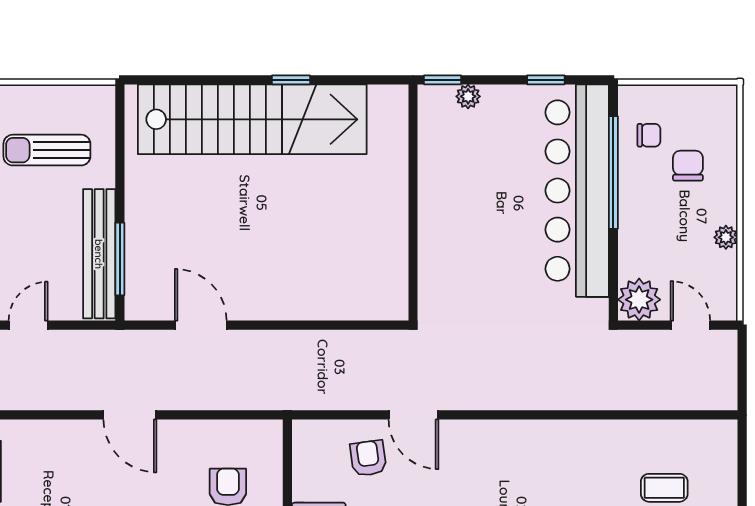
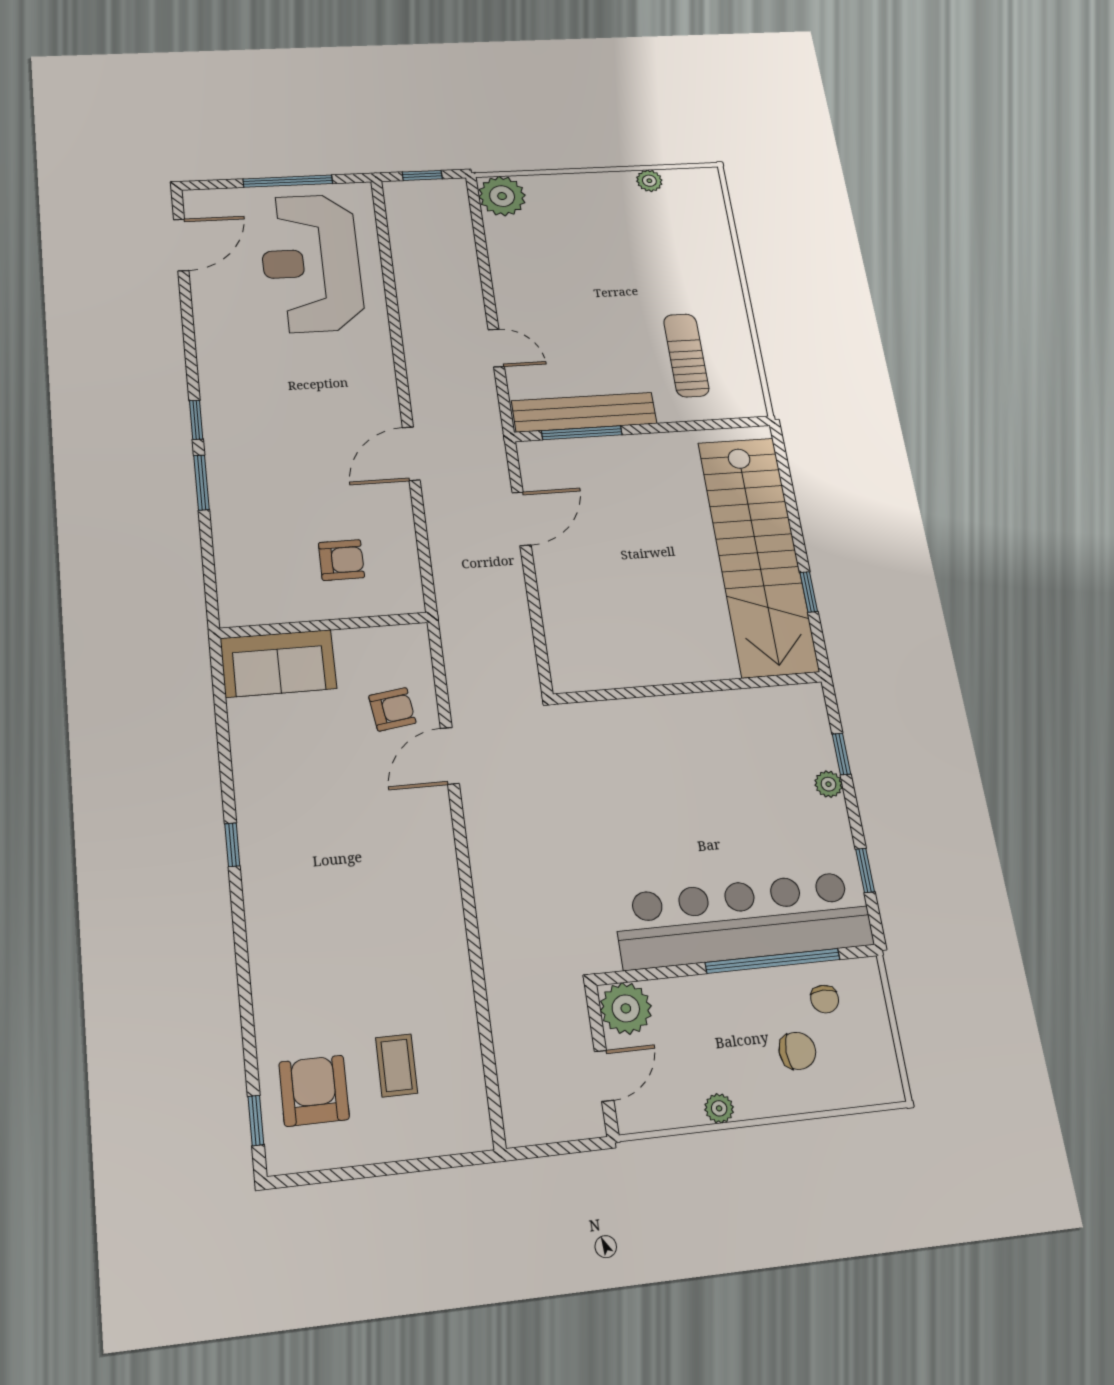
wall: (413, 202) -> (689, 688), moved

